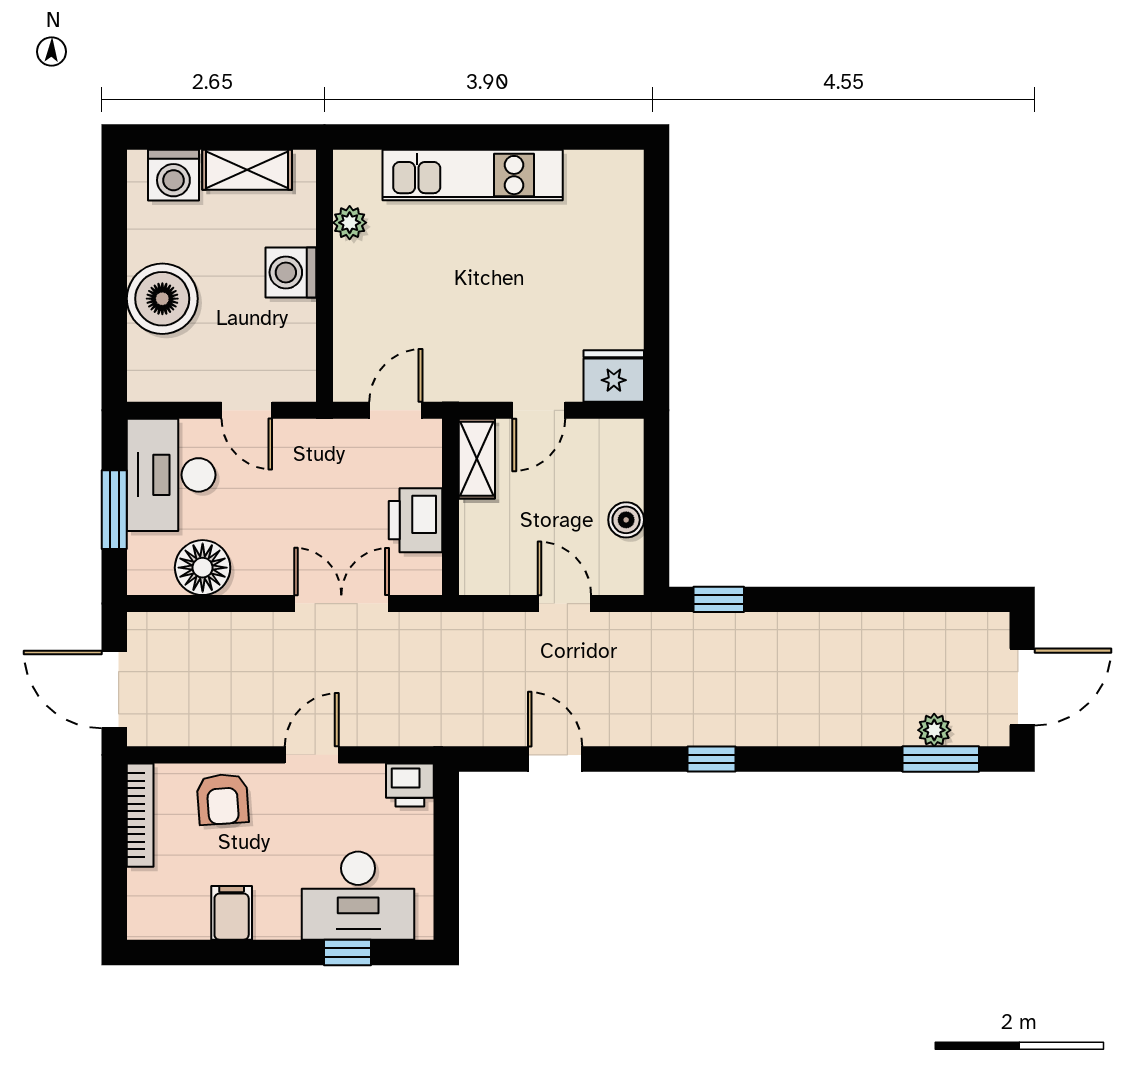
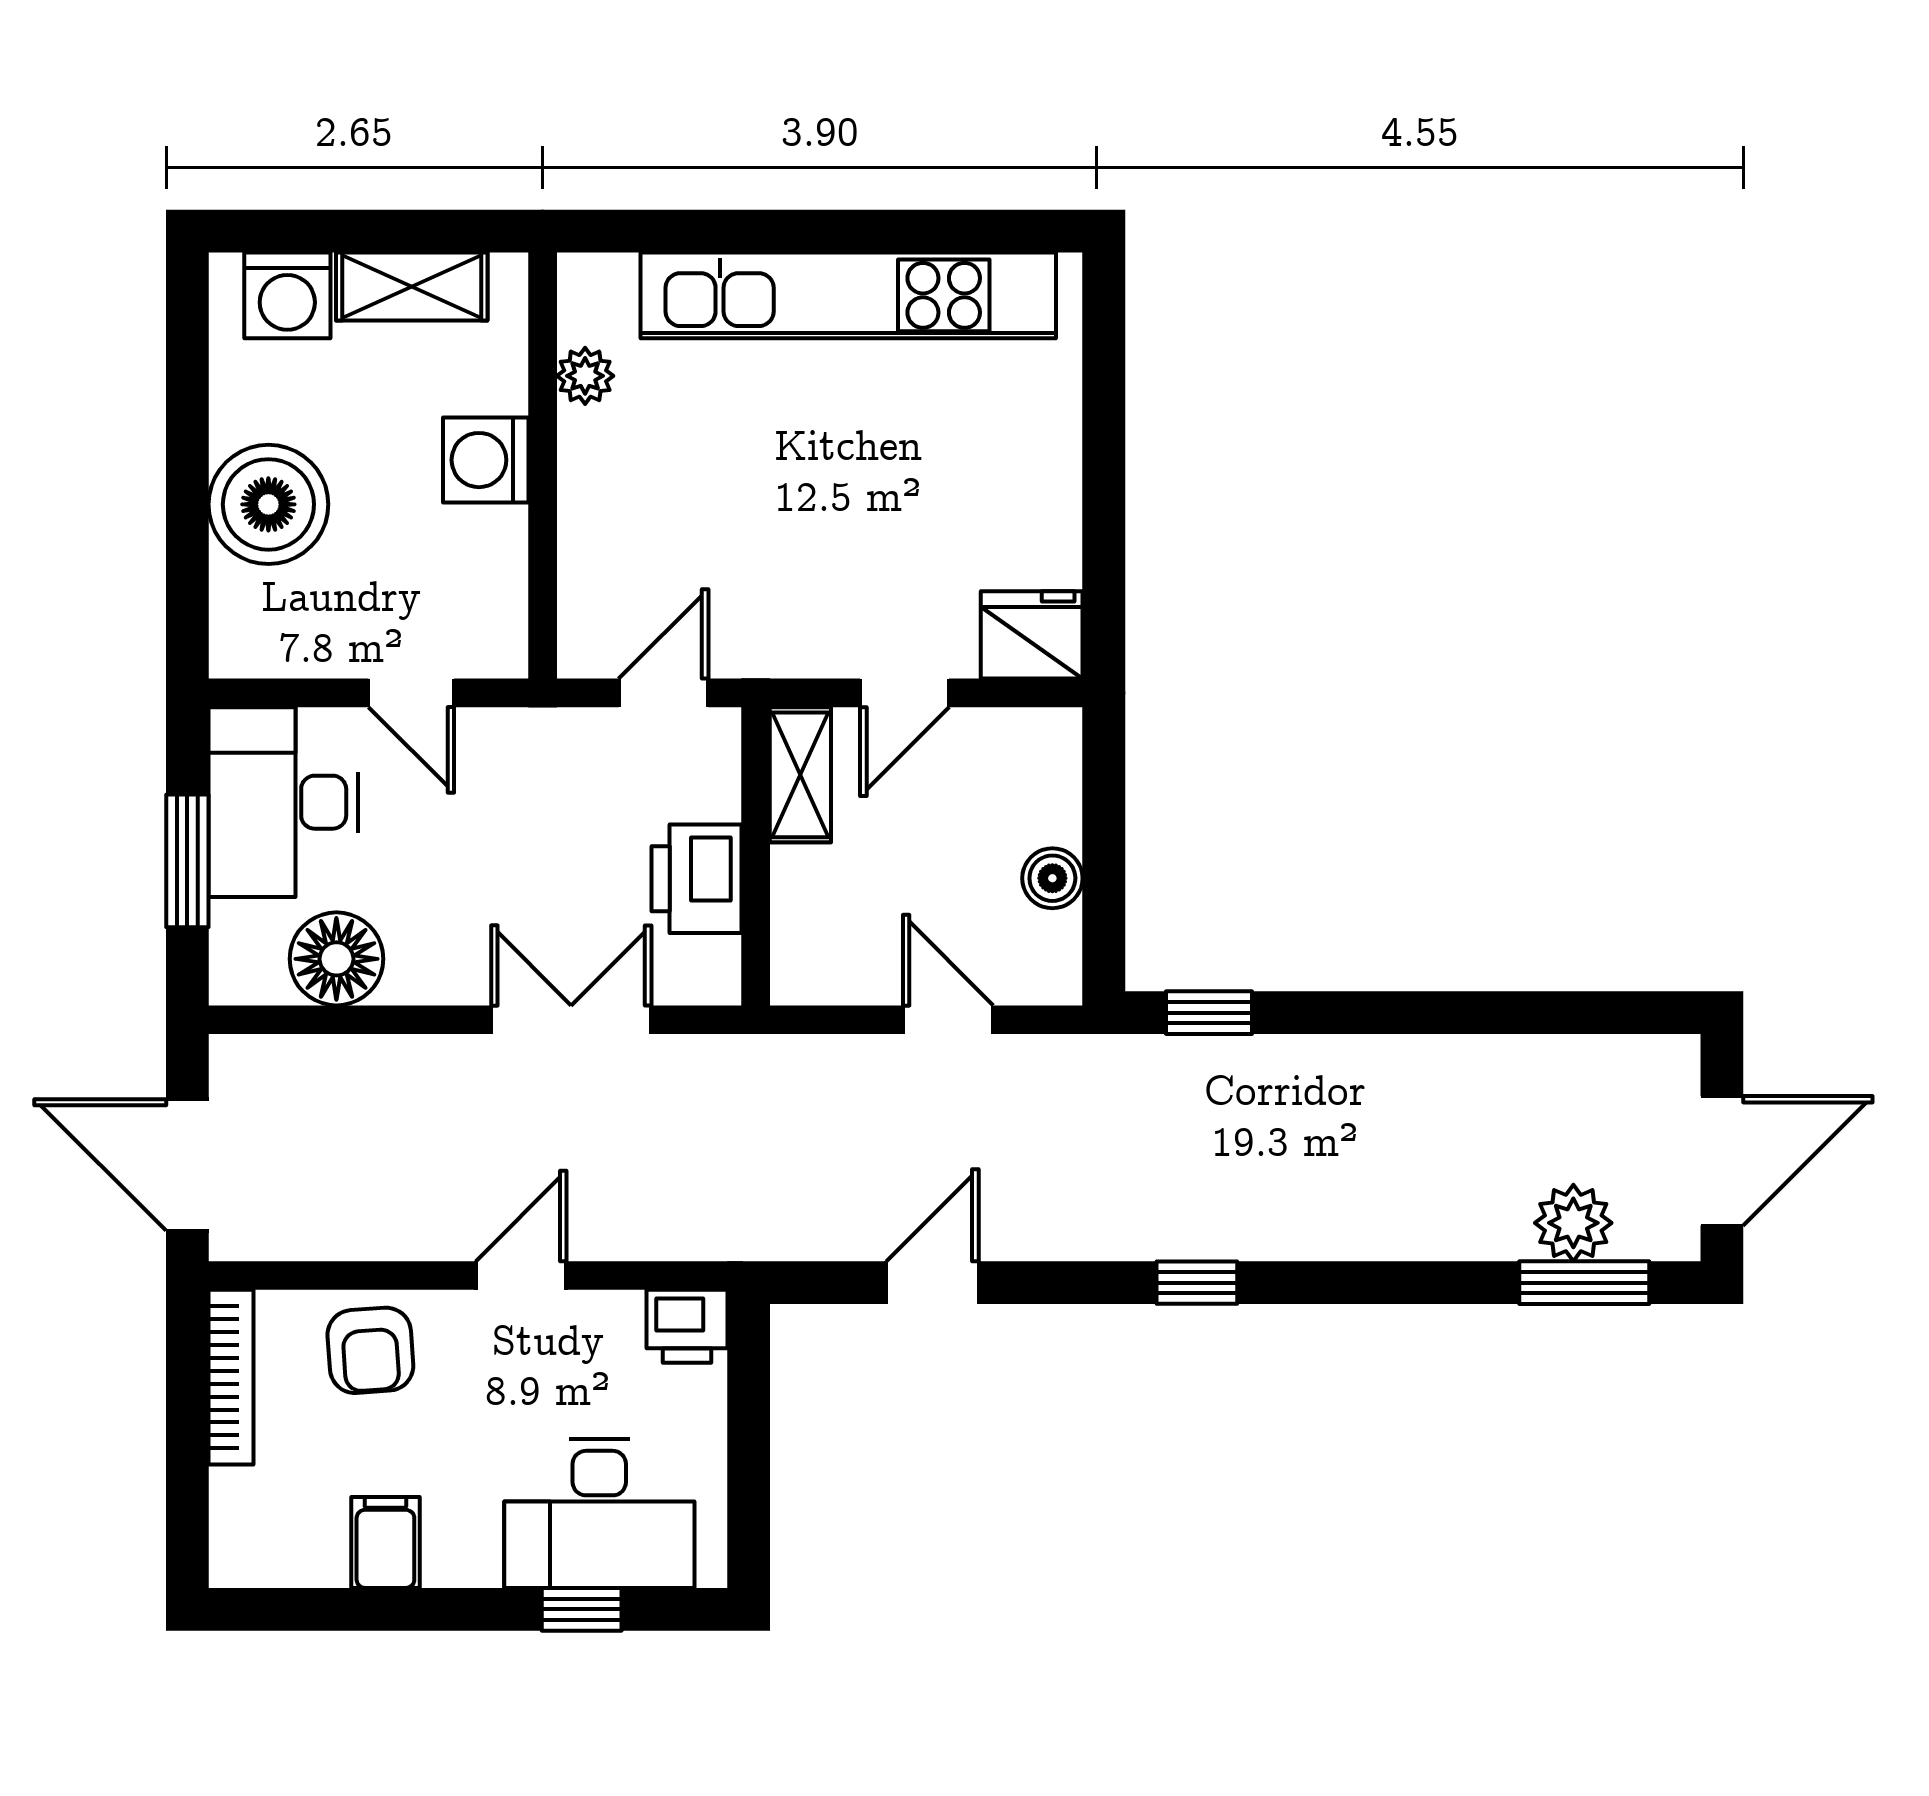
kitchen unit: (473, 175) -> (848, 295), width x1.36
plant: (934, 730) -> (1573, 1223), width x1.38, depth x1.38
door: (555, 759) -> (932, 1283), hinge flipped

